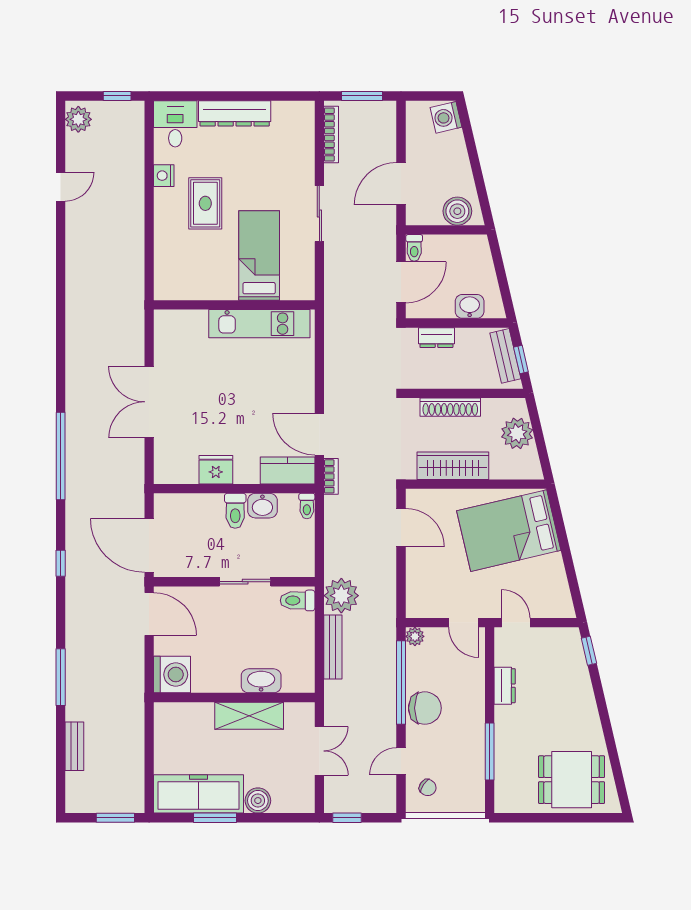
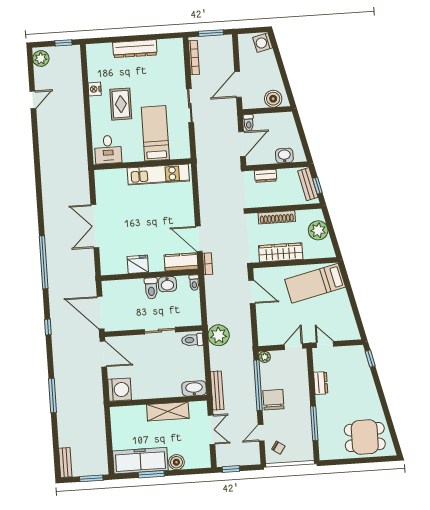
desk: (175, 124) -> (108, 150), moved, turned 180
bed: (509, 531) -> (315, 283), width x0.67
door: (464, 623) -> (293, 347), swing flipped
bench: (333, 647) -> (217, 391), moved
washbasin: (261, 681) -> (194, 389), moved
chair: (425, 708) -> (273, 400), turned -90
bench: (74, 746) -> (65, 462), moved

